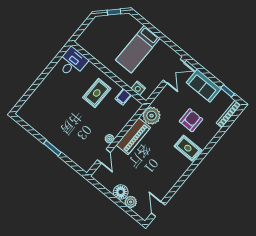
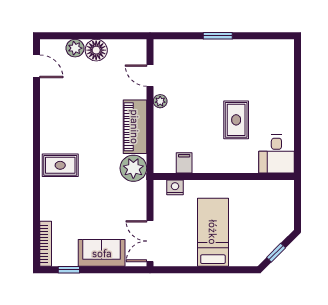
rug: (97, 93) -> (236, 120), moved
armchair: (191, 120) -> (83, 201), removed

